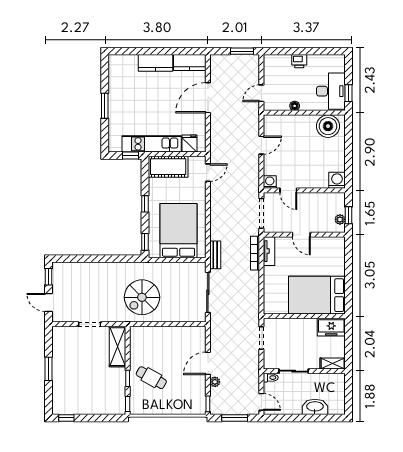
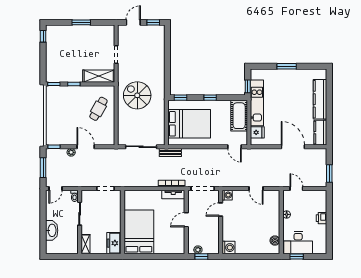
kitchen counter: (155, 63) -> (320, 99), width x1.50
boiler: (328, 126) -> (275, 241), width x0.54, depth x0.54
cafe table: (151, 378) -> (98, 109), moved

